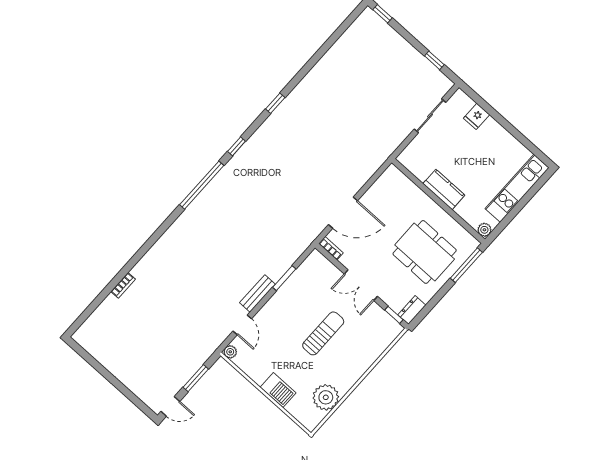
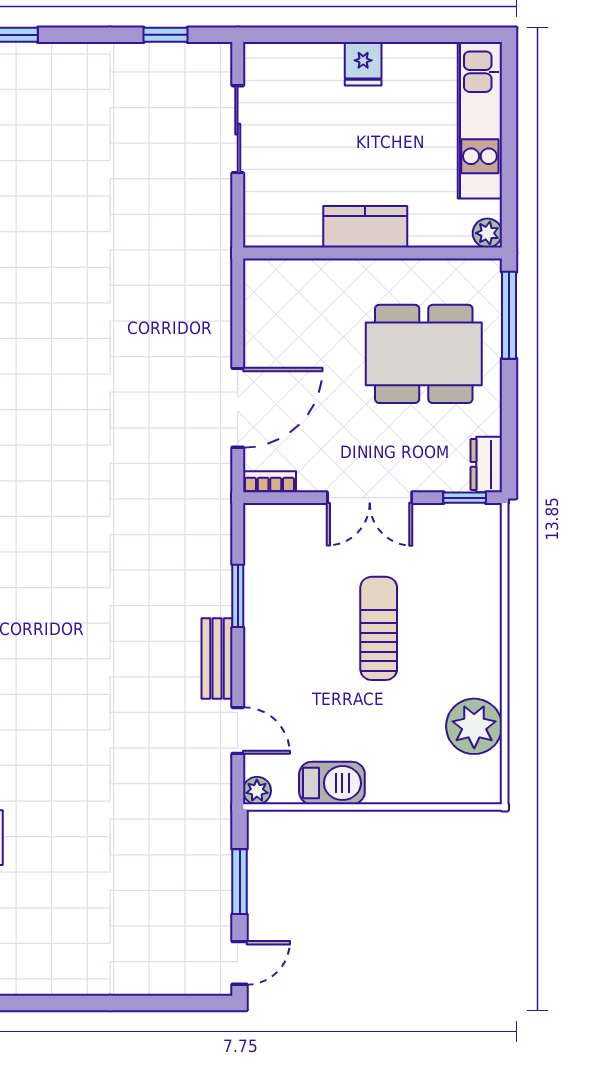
fridge: (477, 116) -> (363, 64), moved
barbecue: (278, 390) -> (332, 783), moved

